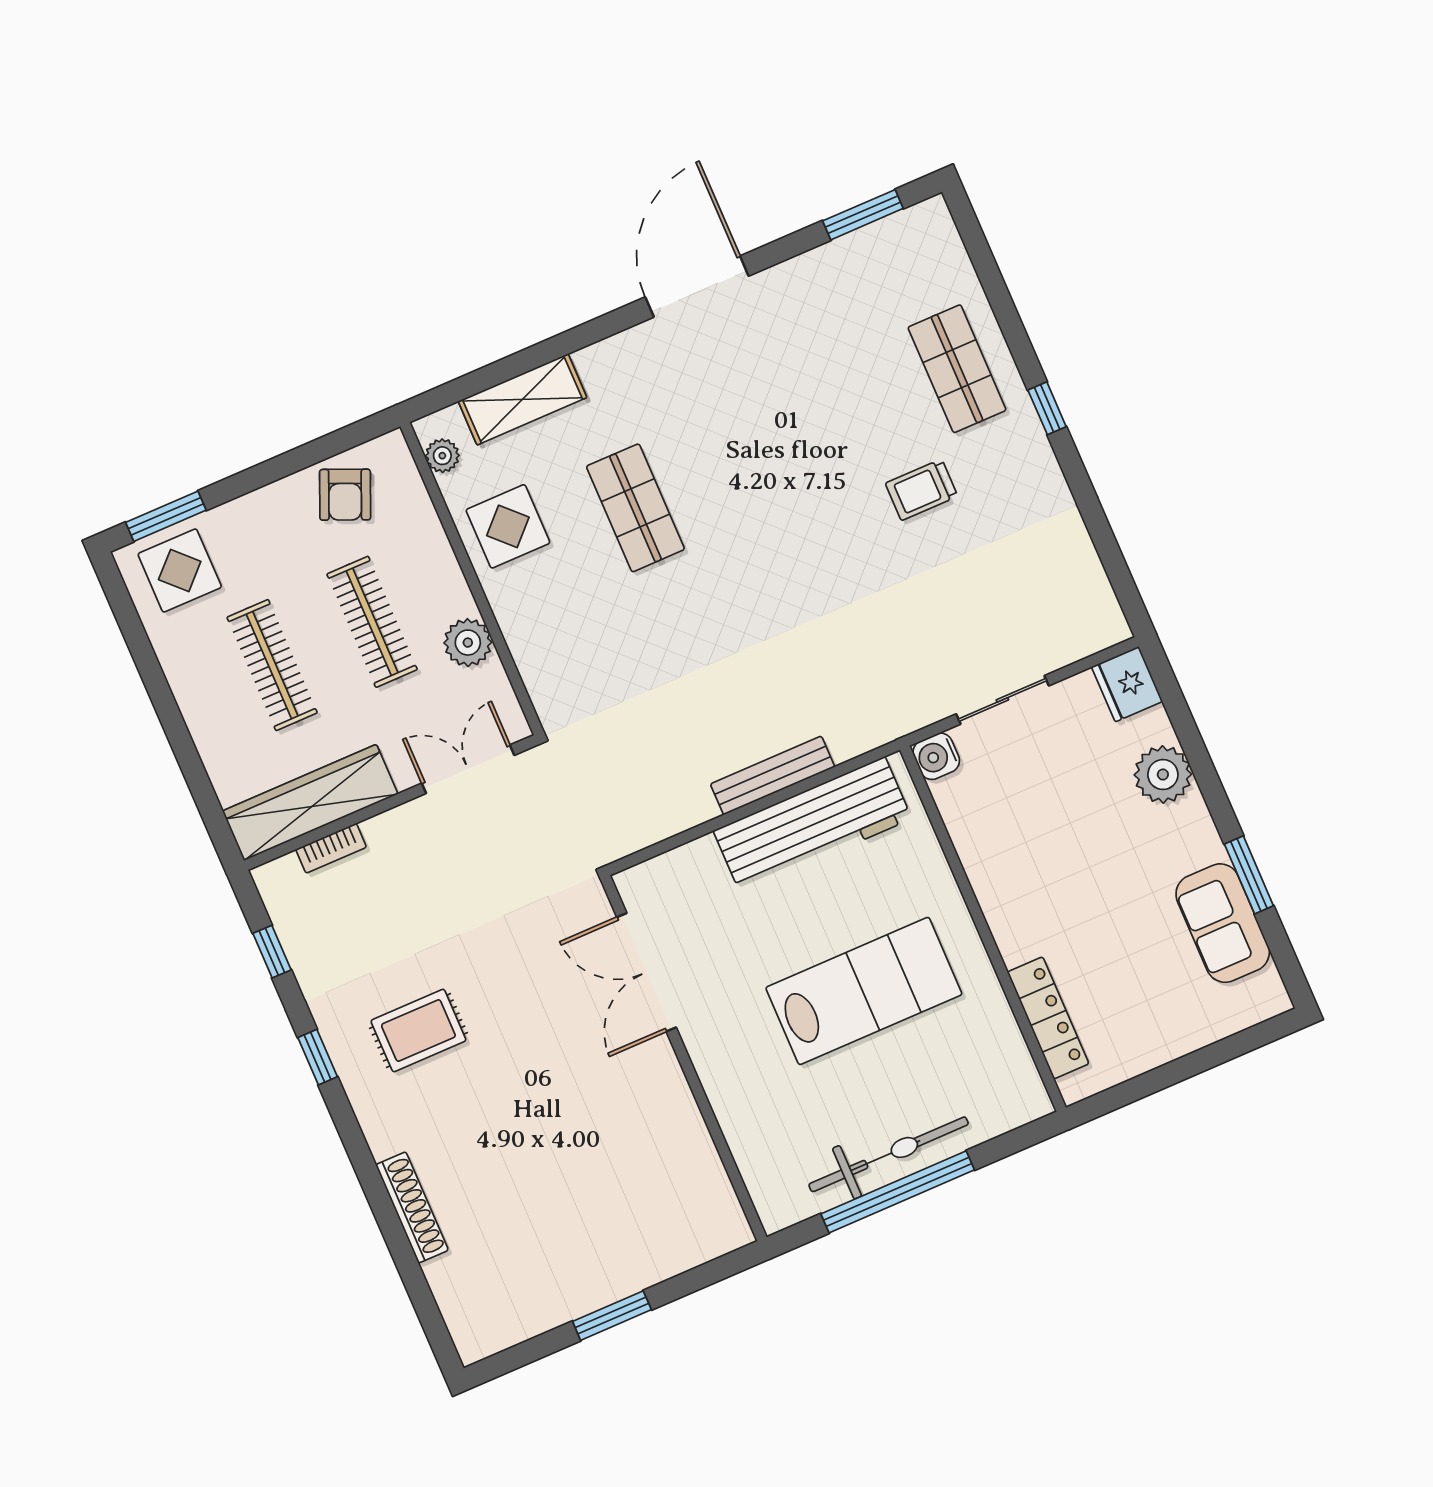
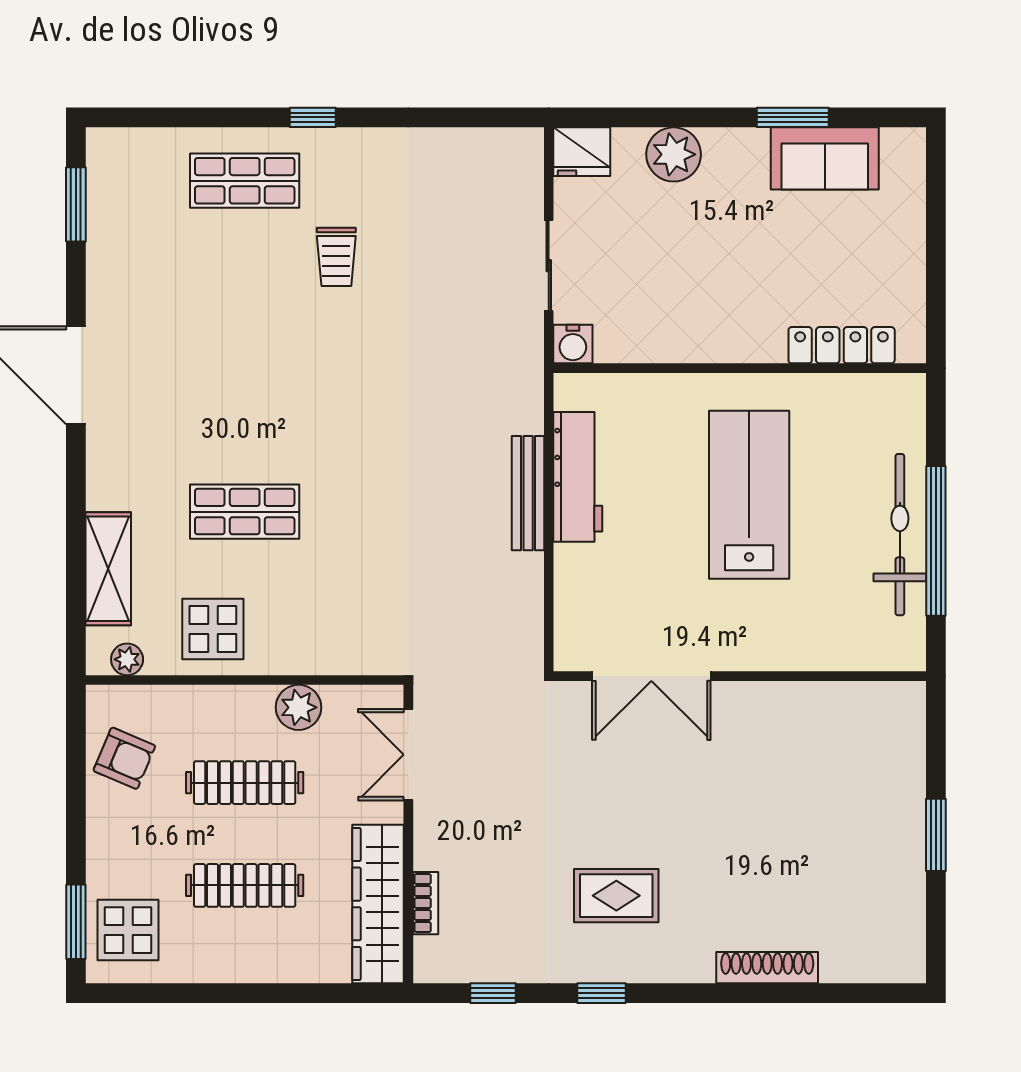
workbench: (813, 825) -> (578, 477), width x0.73, depth x0.76
rug: (418, 1031) -> (616, 896), turned 90

